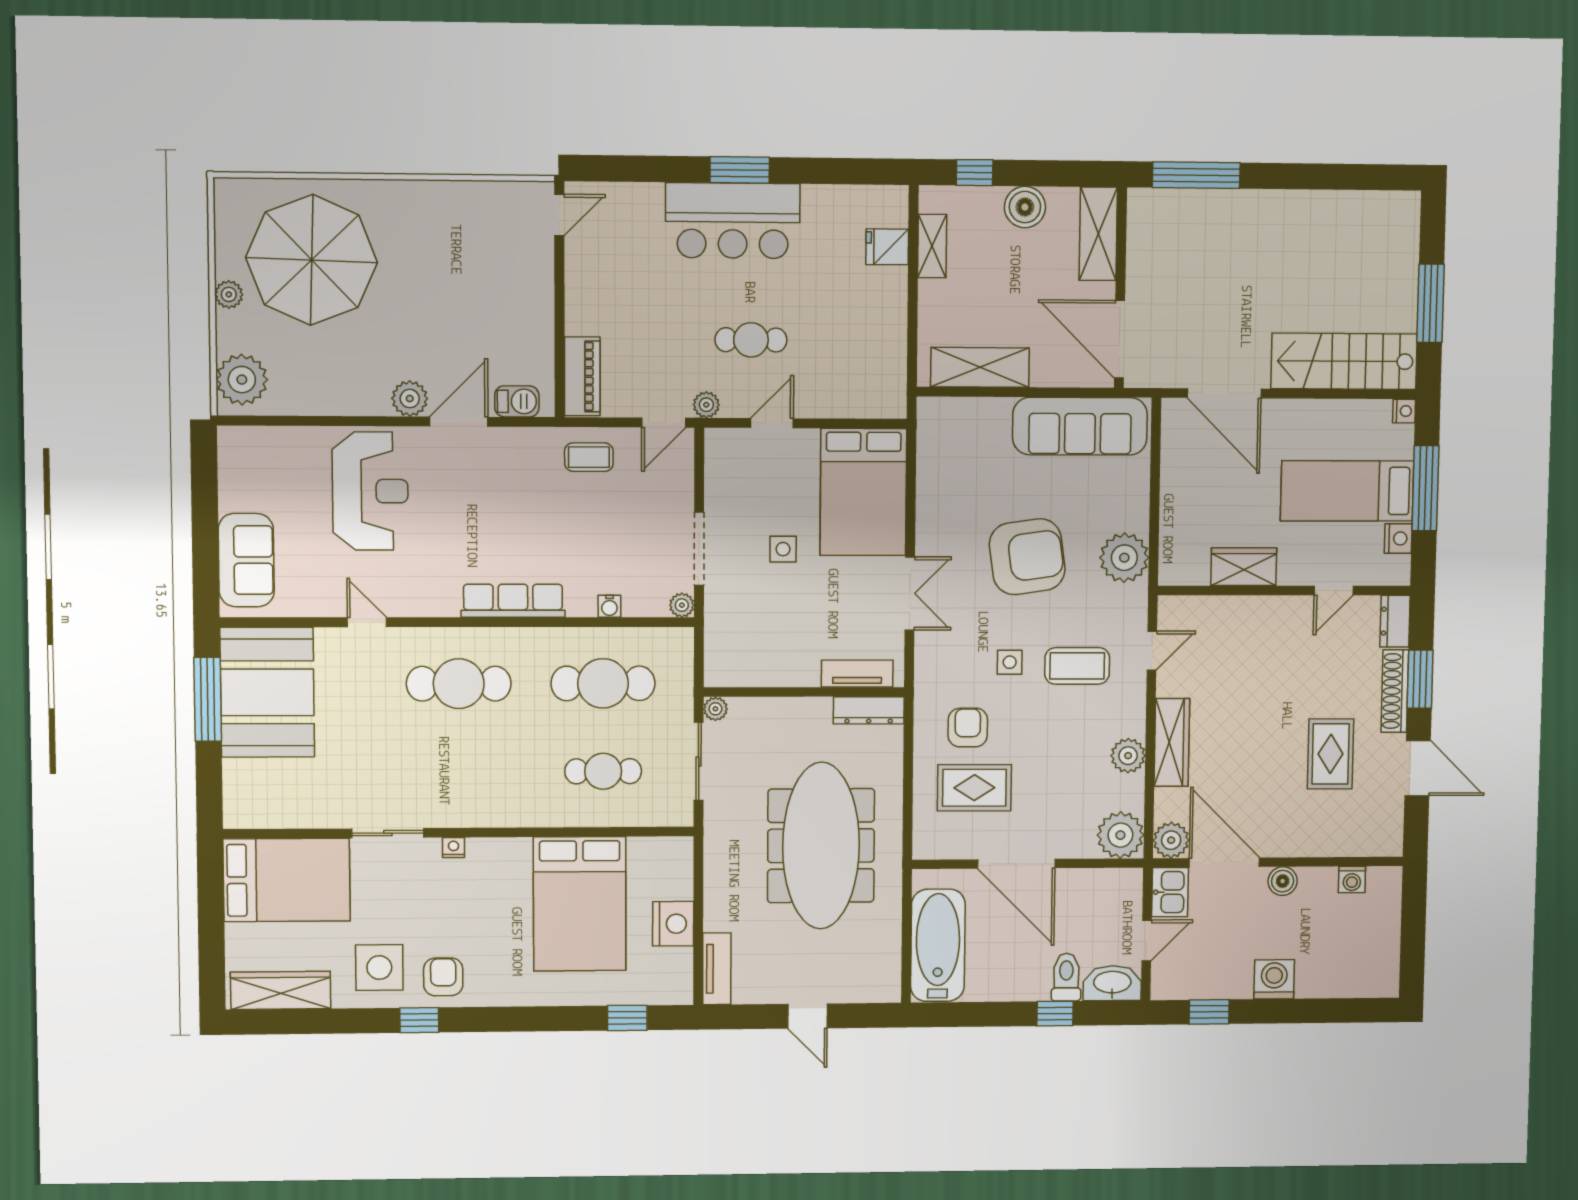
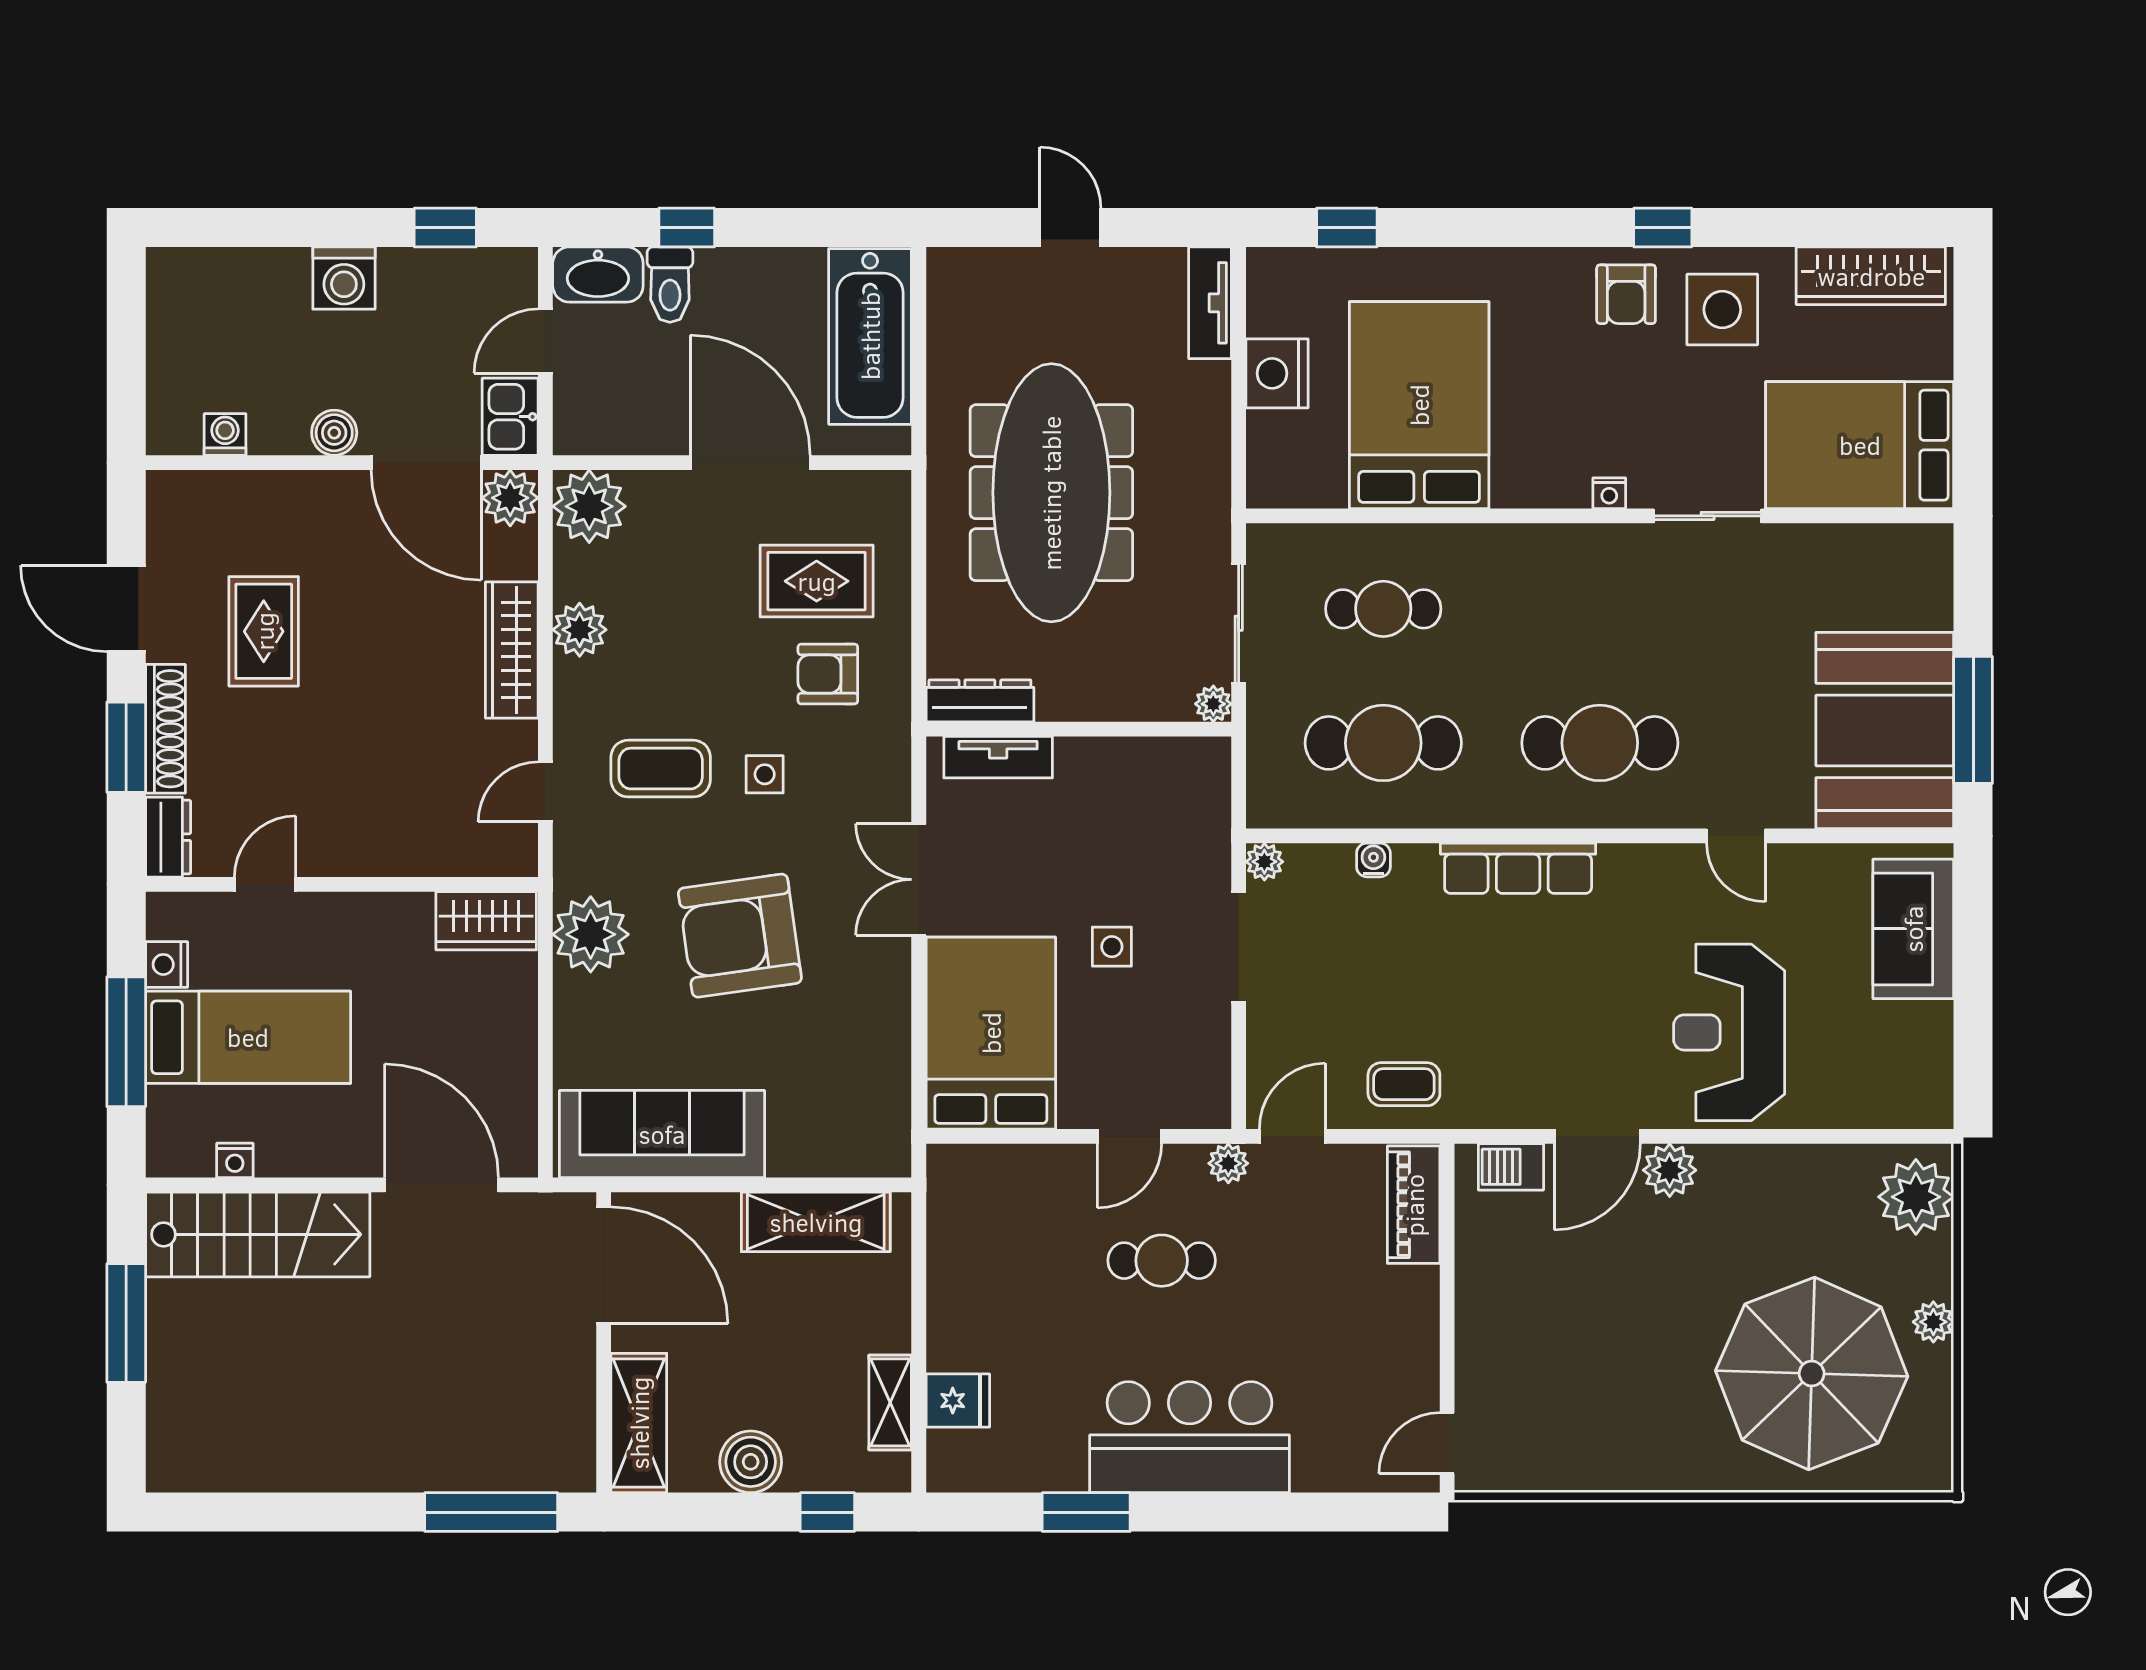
window: (740, 170) -> (1086, 1512), moved
nightstand: (1404, 411) -> (235, 1160), moved, turned -90
wardrobe: (1244, 567) -> (486, 921), moved
armchair: (968, 728) -> (828, 674), turned 90

